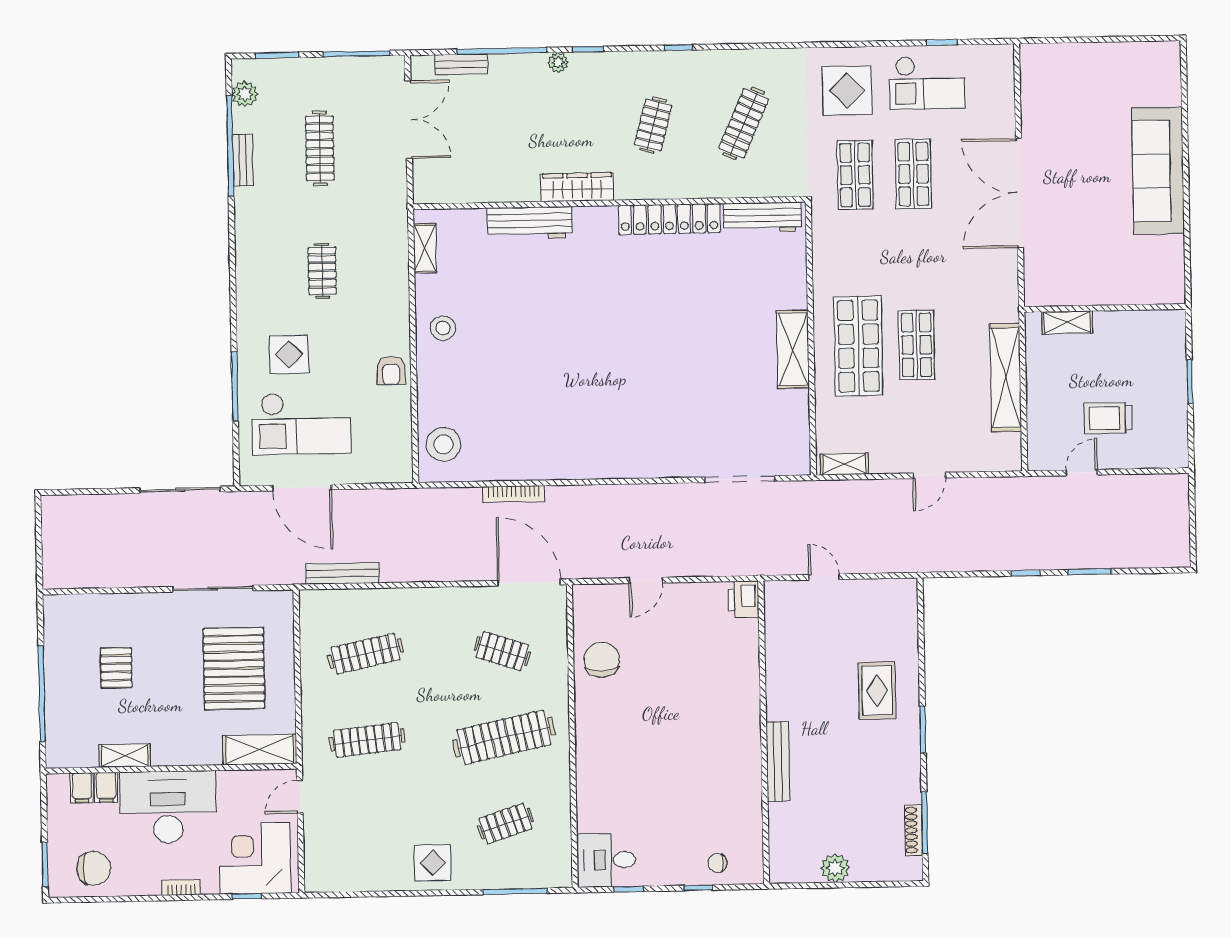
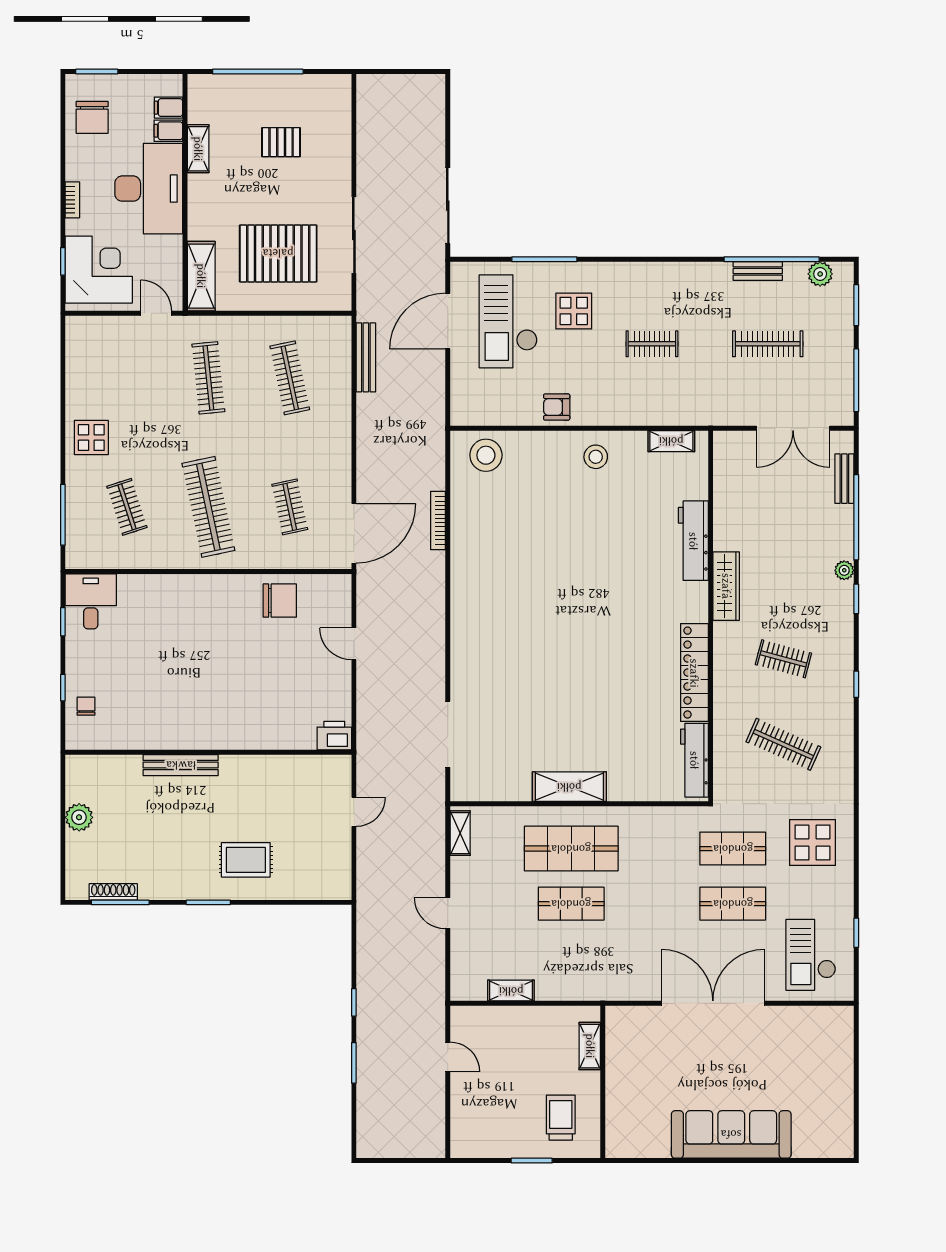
checkout: (927, 83) -> (811, 955), moved
shelving: (1006, 378) -> (511, 991), width x0.45, depth x0.75
trolley: (1108, 418) -> (561, 1118), moved
clothes rail: (502, 651) -> (290, 507), turned -30

